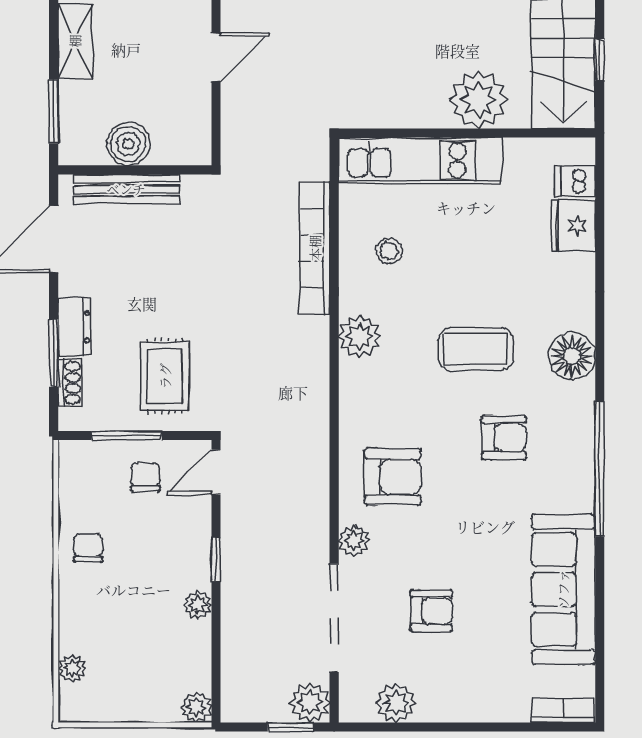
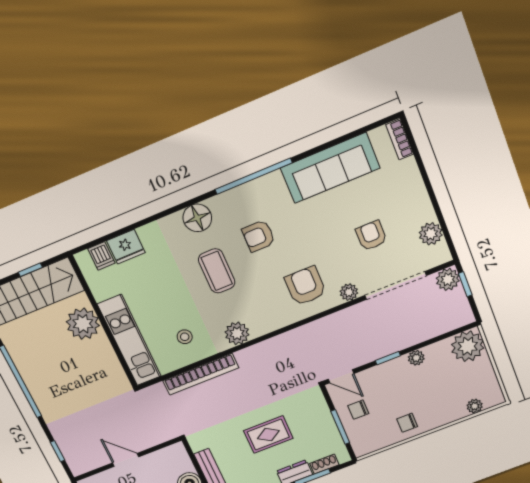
rug: (165, 376) -> (268, 435), moved
armchair: (504, 438) -> (259, 236), turned -90
plant: (196, 707) -> (468, 346), width x1.88, depth x1.88

